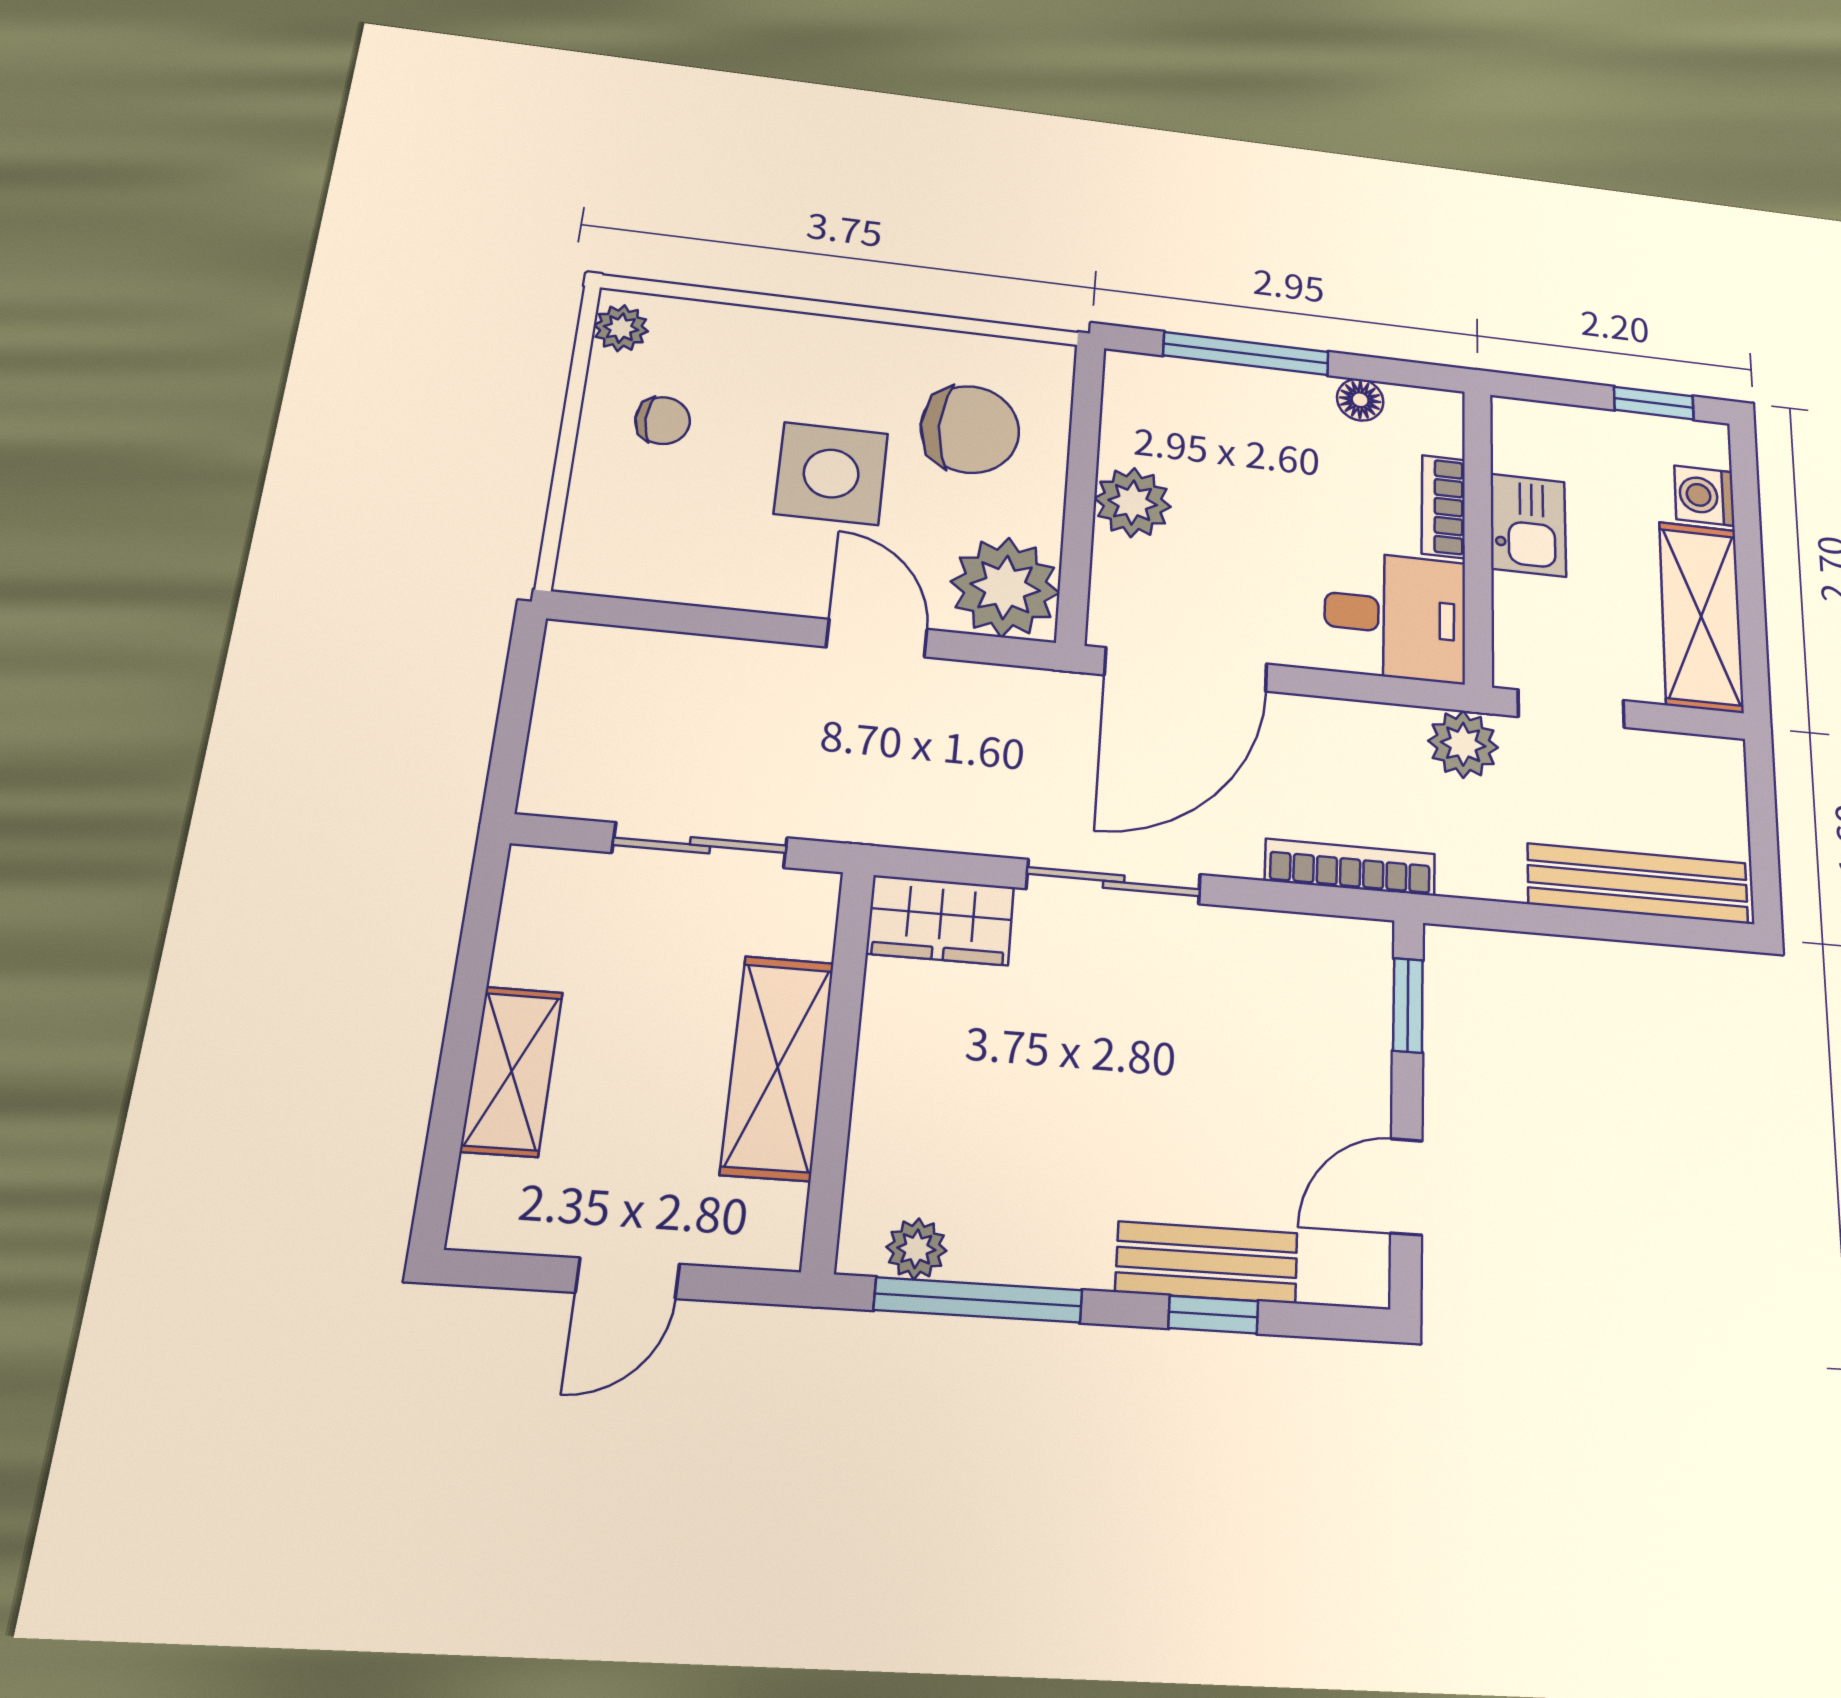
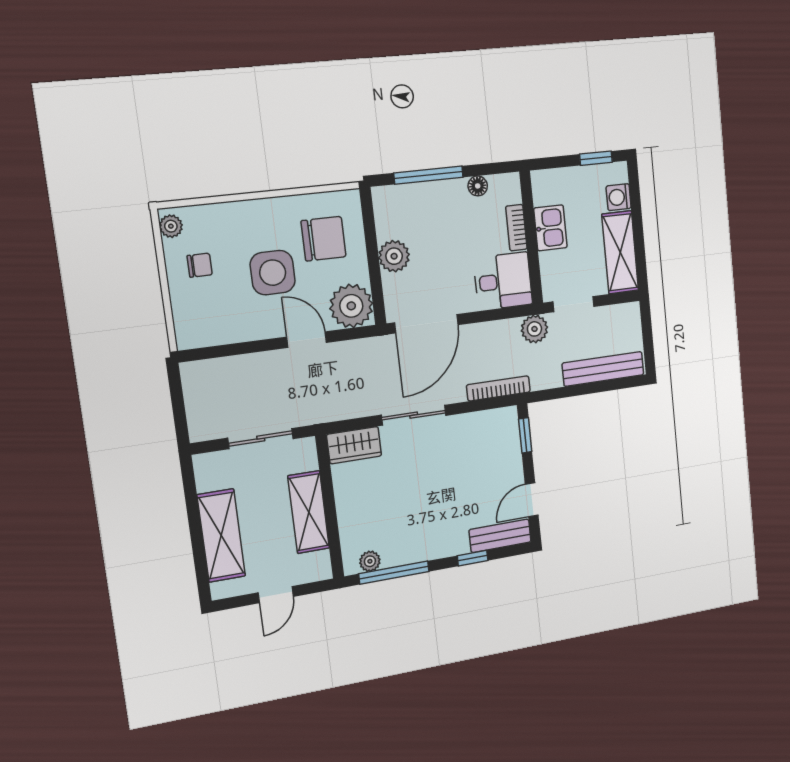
shelving: (512, 1071) -> (221, 536), width x1.50, depth x1.33
bench: (1207, 1262) -> (500, 536), moved

